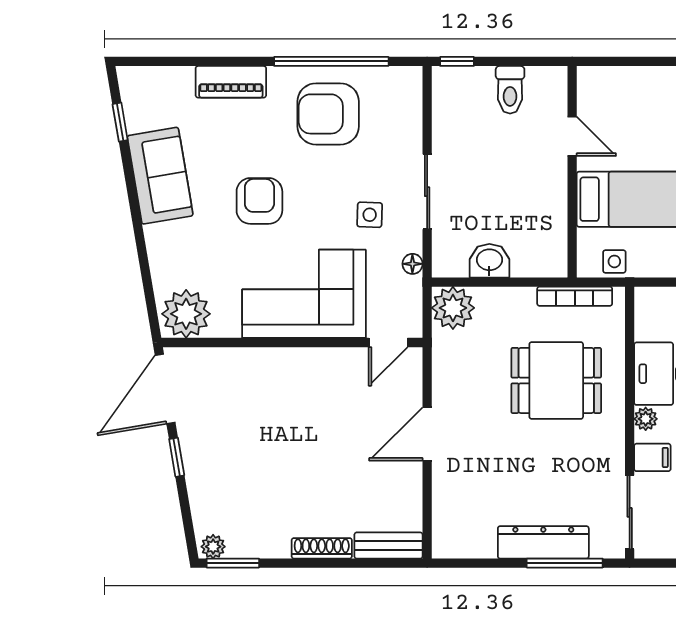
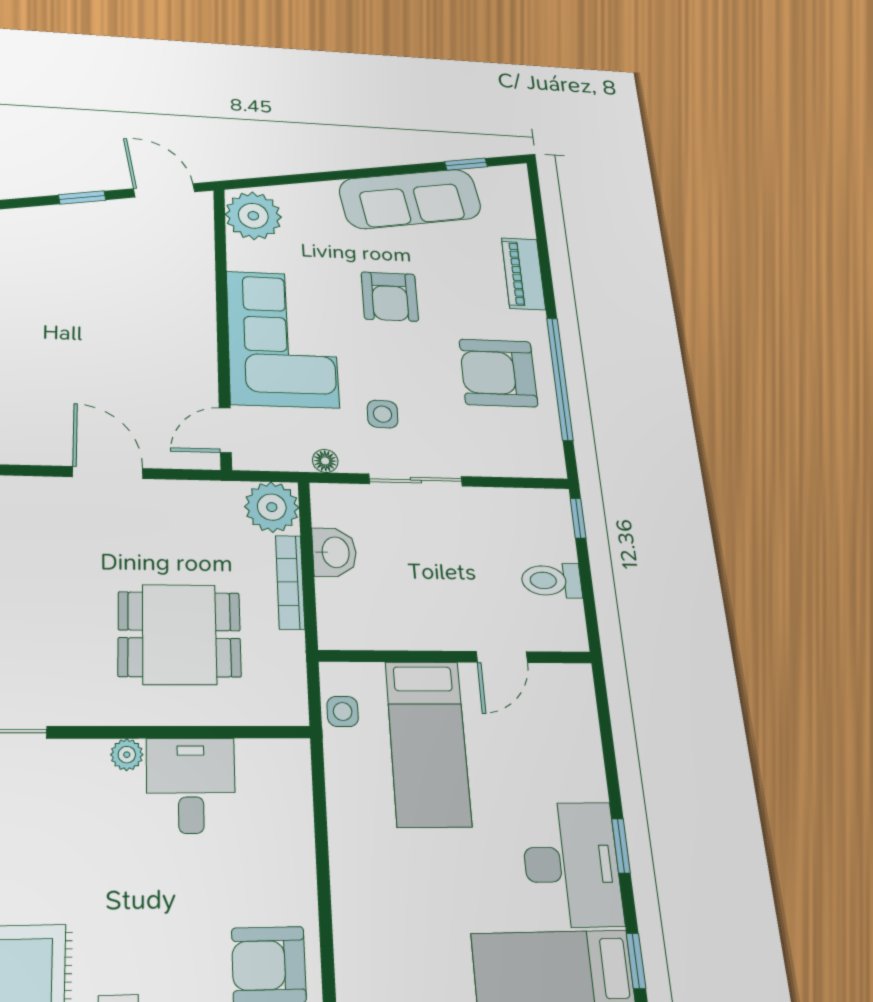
armchair: (328, 114) -> (498, 373), turned -90
sofa: (160, 176) -> (410, 199), width x1.36
armchair: (259, 201) -> (390, 297), turned 90
bookcase: (575, 296) -> (290, 582), moved
door: (388, 342) -> (225, 430), hinge flipped
dining table: (556, 380) -> (179, 634), turned 90
door: (165, 389) -> (164, 190), width x0.73
filing cabinet: (652, 457) -> (71, 765), removed

